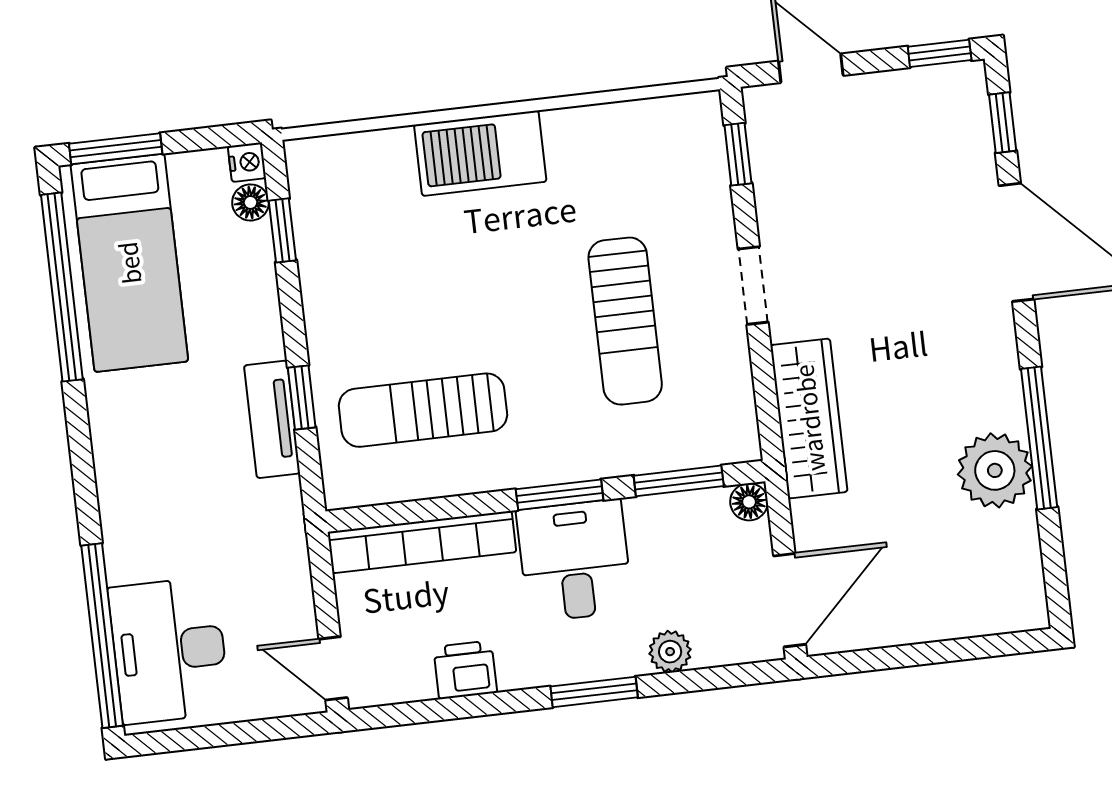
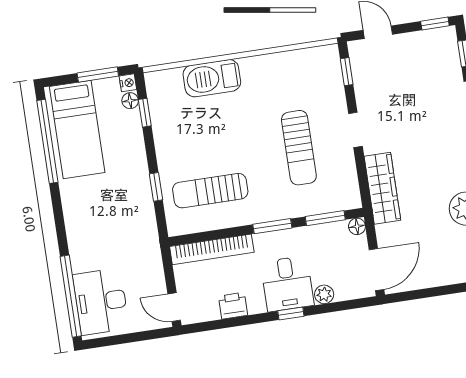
window: (116, 149) -> (98, 74), moved
barbecue: (480, 153) -> (212, 78), moved
tv unit: (272, 419) -> (143, 197), removed
desk: (575, 561) -> (287, 284), moved, turned 180
window: (594, 692) -> (291, 314), width x0.67

